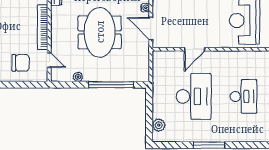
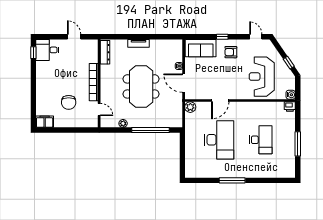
chair: (21, 63) -> (69, 102), moved, turned 90
plant: (159, 125) -> (190, 107), moved

